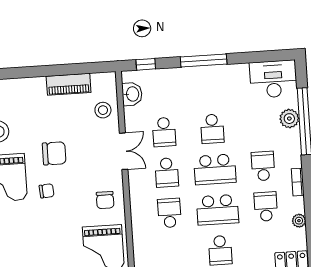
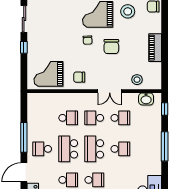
piano: (69, 84) -> (155, 48), moved
school desk: (212, 129) -> (120, 149), turned 180
school desk: (164, 132) -> (120, 118), turned 180

